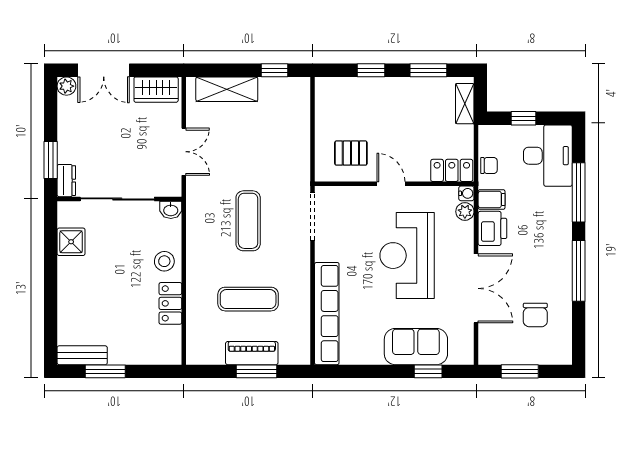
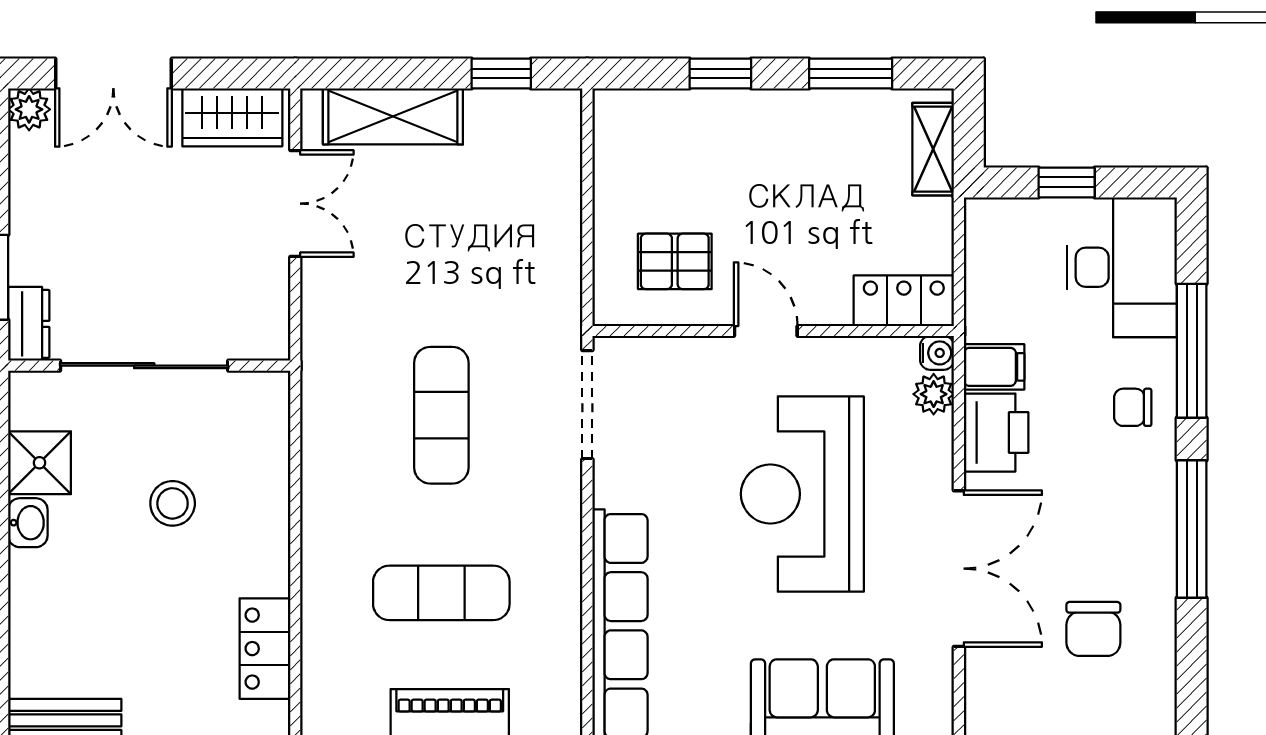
double door: (184, 152) -> (295, 204), moved
chair: (489, 166) -> (1133, 407), moved, turned 180
washbasin: (171, 210) -> (28, 523), moved, turned -90
stool: (164, 261) -> (173, 503), moved
locker: (170, 303) -> (265, 649), moved

